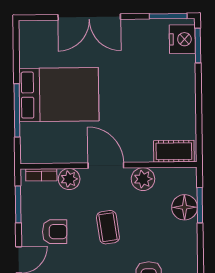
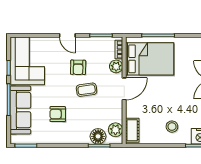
stool: (167, 86) -> (172, 127), added
bed: (59, 95) -> (150, 59), moved, turned -90
plant: (143, 179) -> (115, 130), moved
armchair: (55, 232) -> (78, 67), moved

